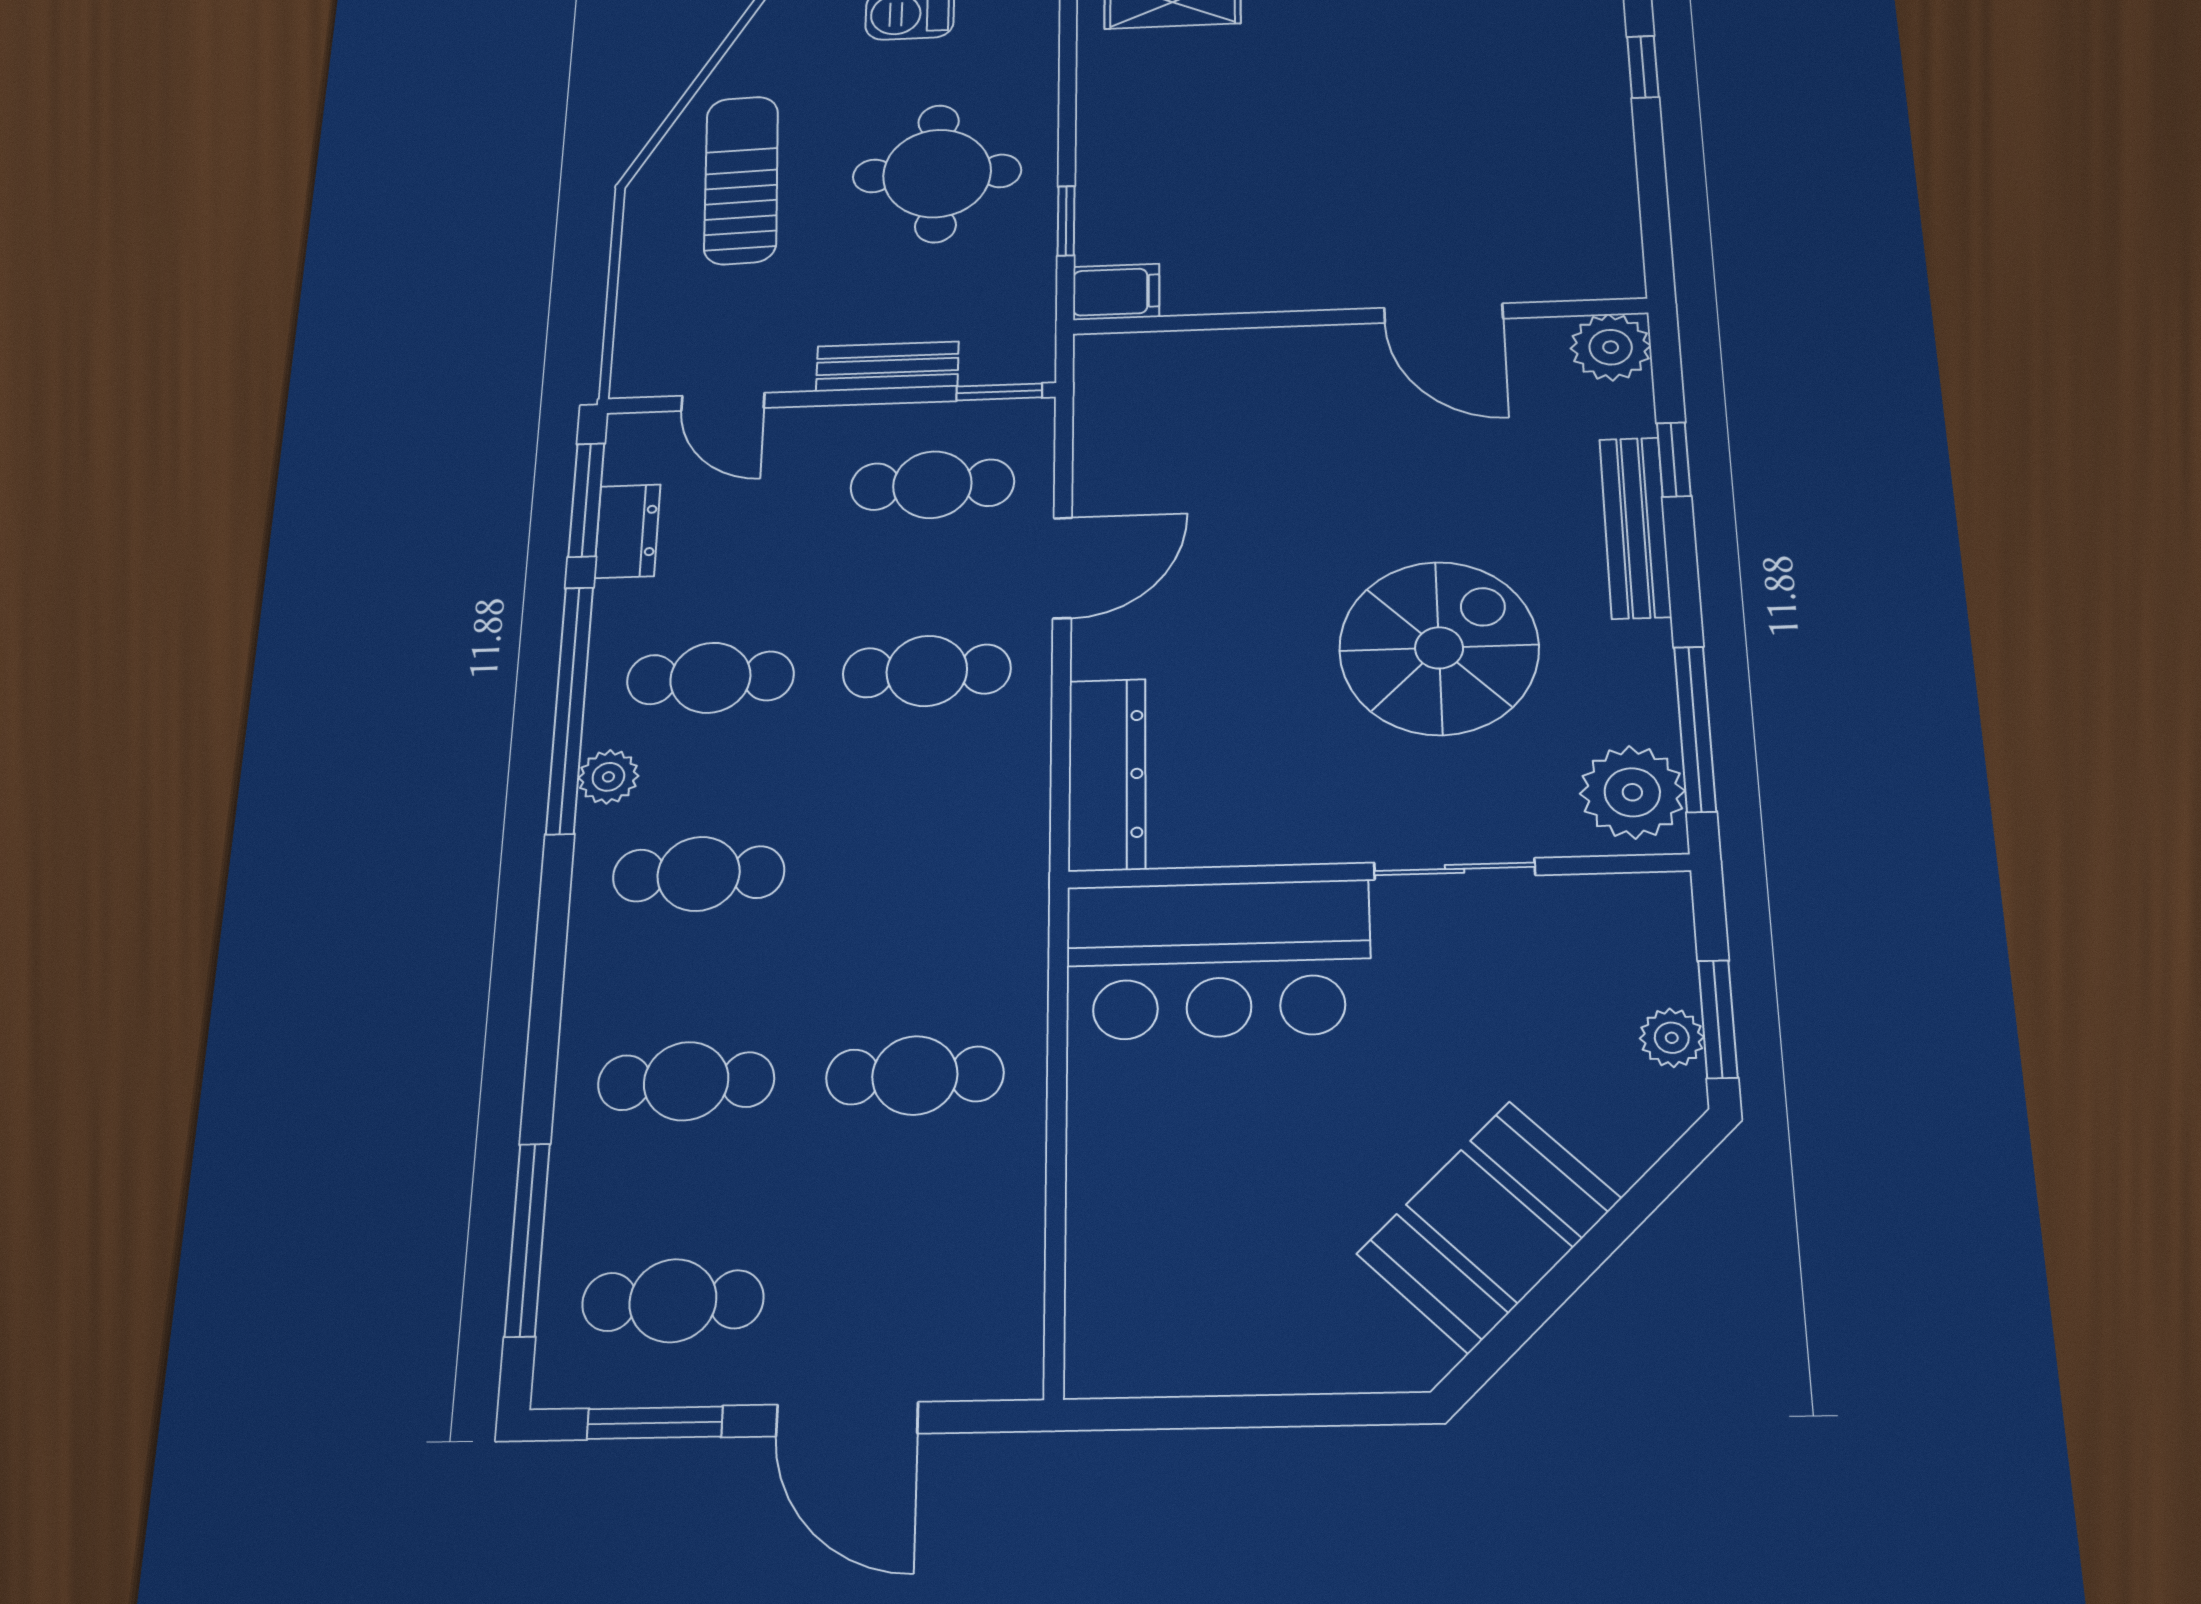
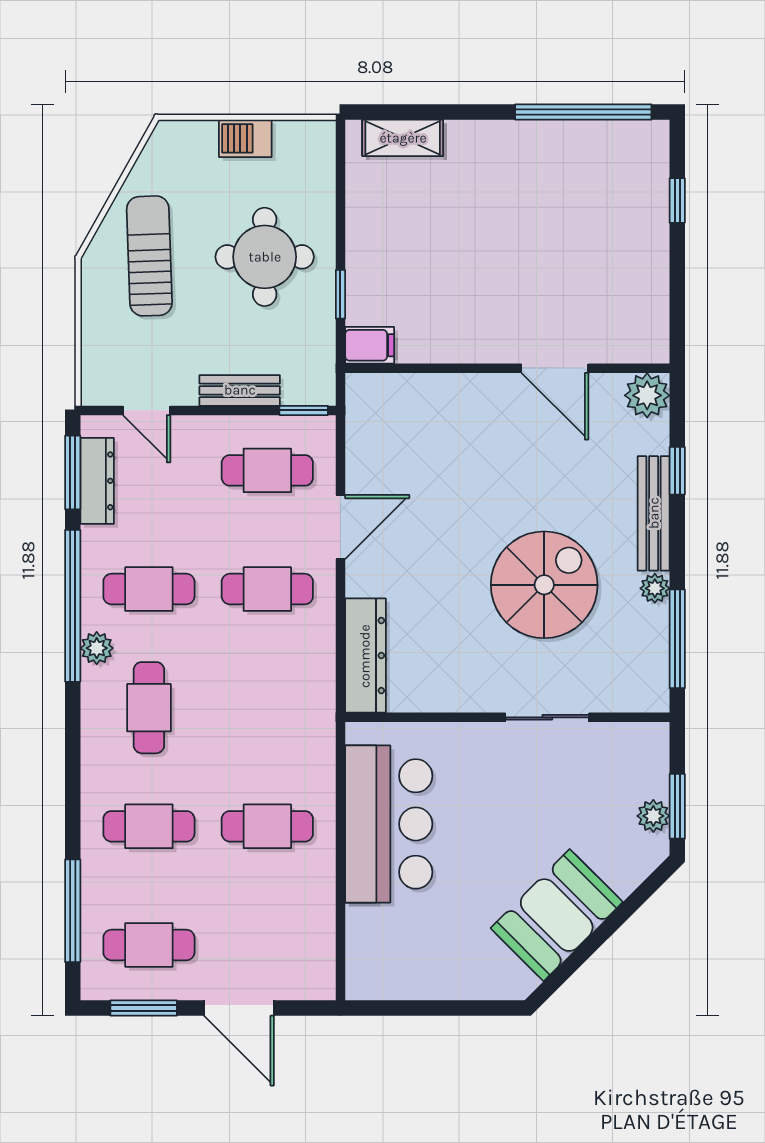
dresser: (627, 531) -> (97, 481), width x1.44
plant: (1632, 792) -> (655, 588), moved, width x0.53, depth x0.53
cafe table: (699, 874) -> (149, 708), turned 90
bar counter: (1218, 959) -> (389, 824), moved, turned -90

